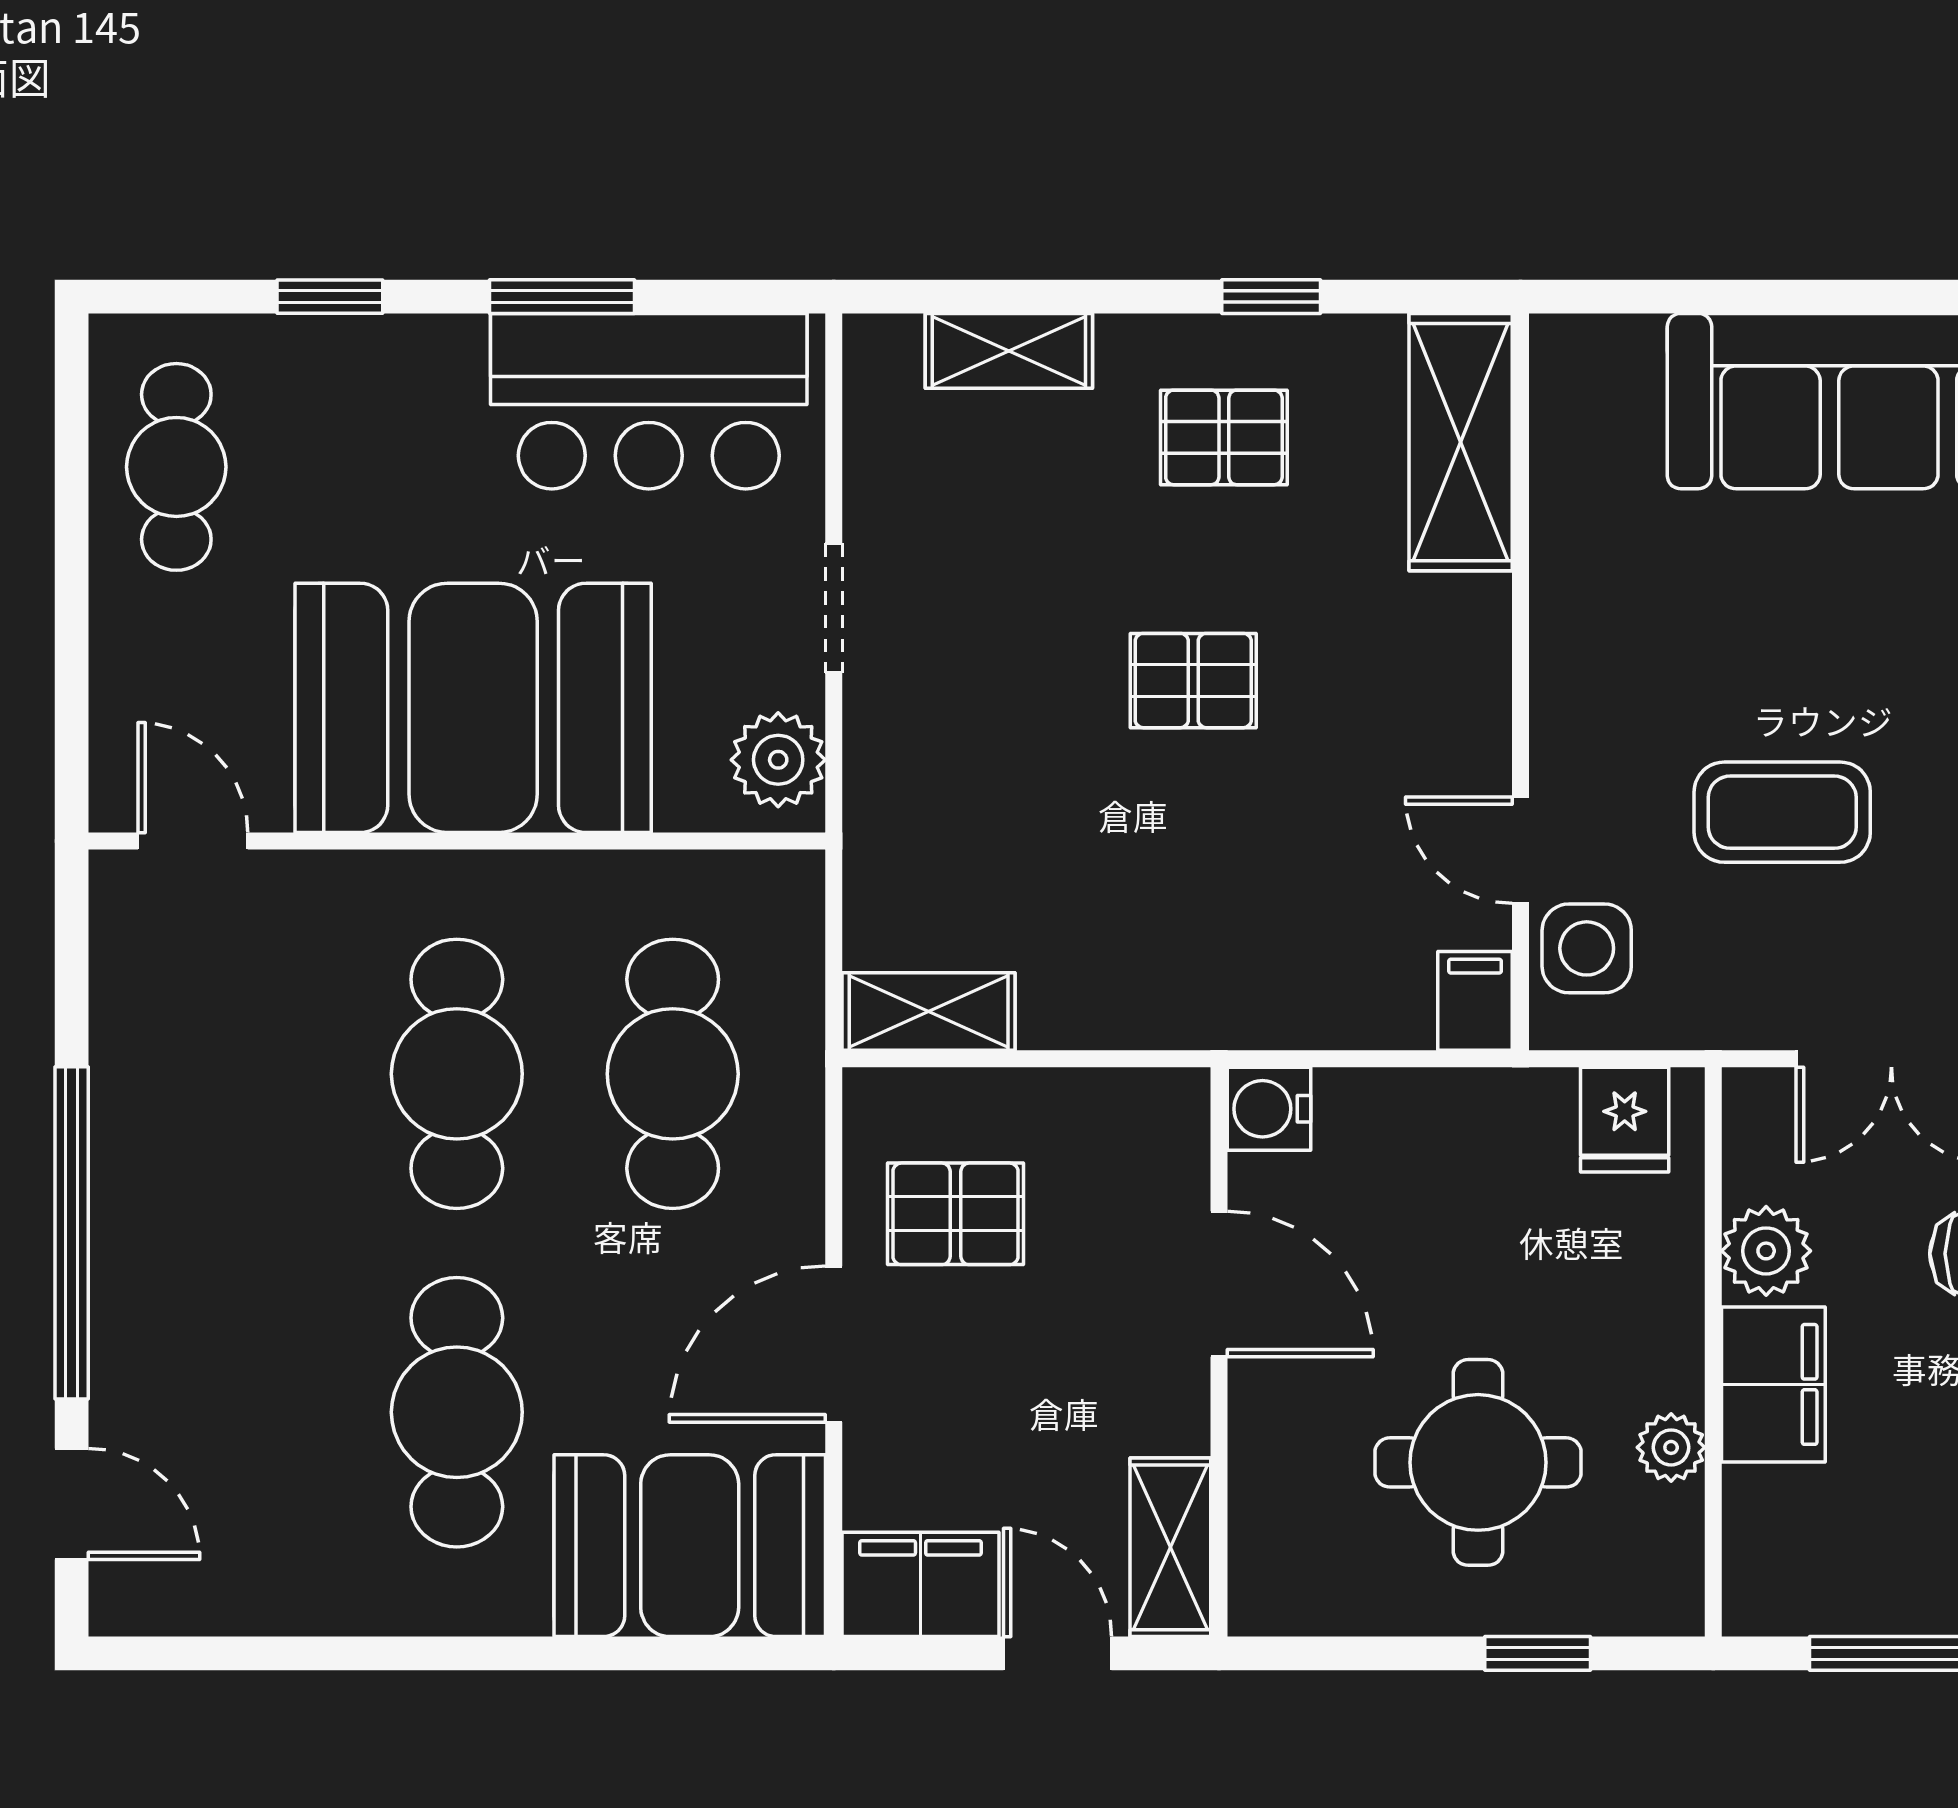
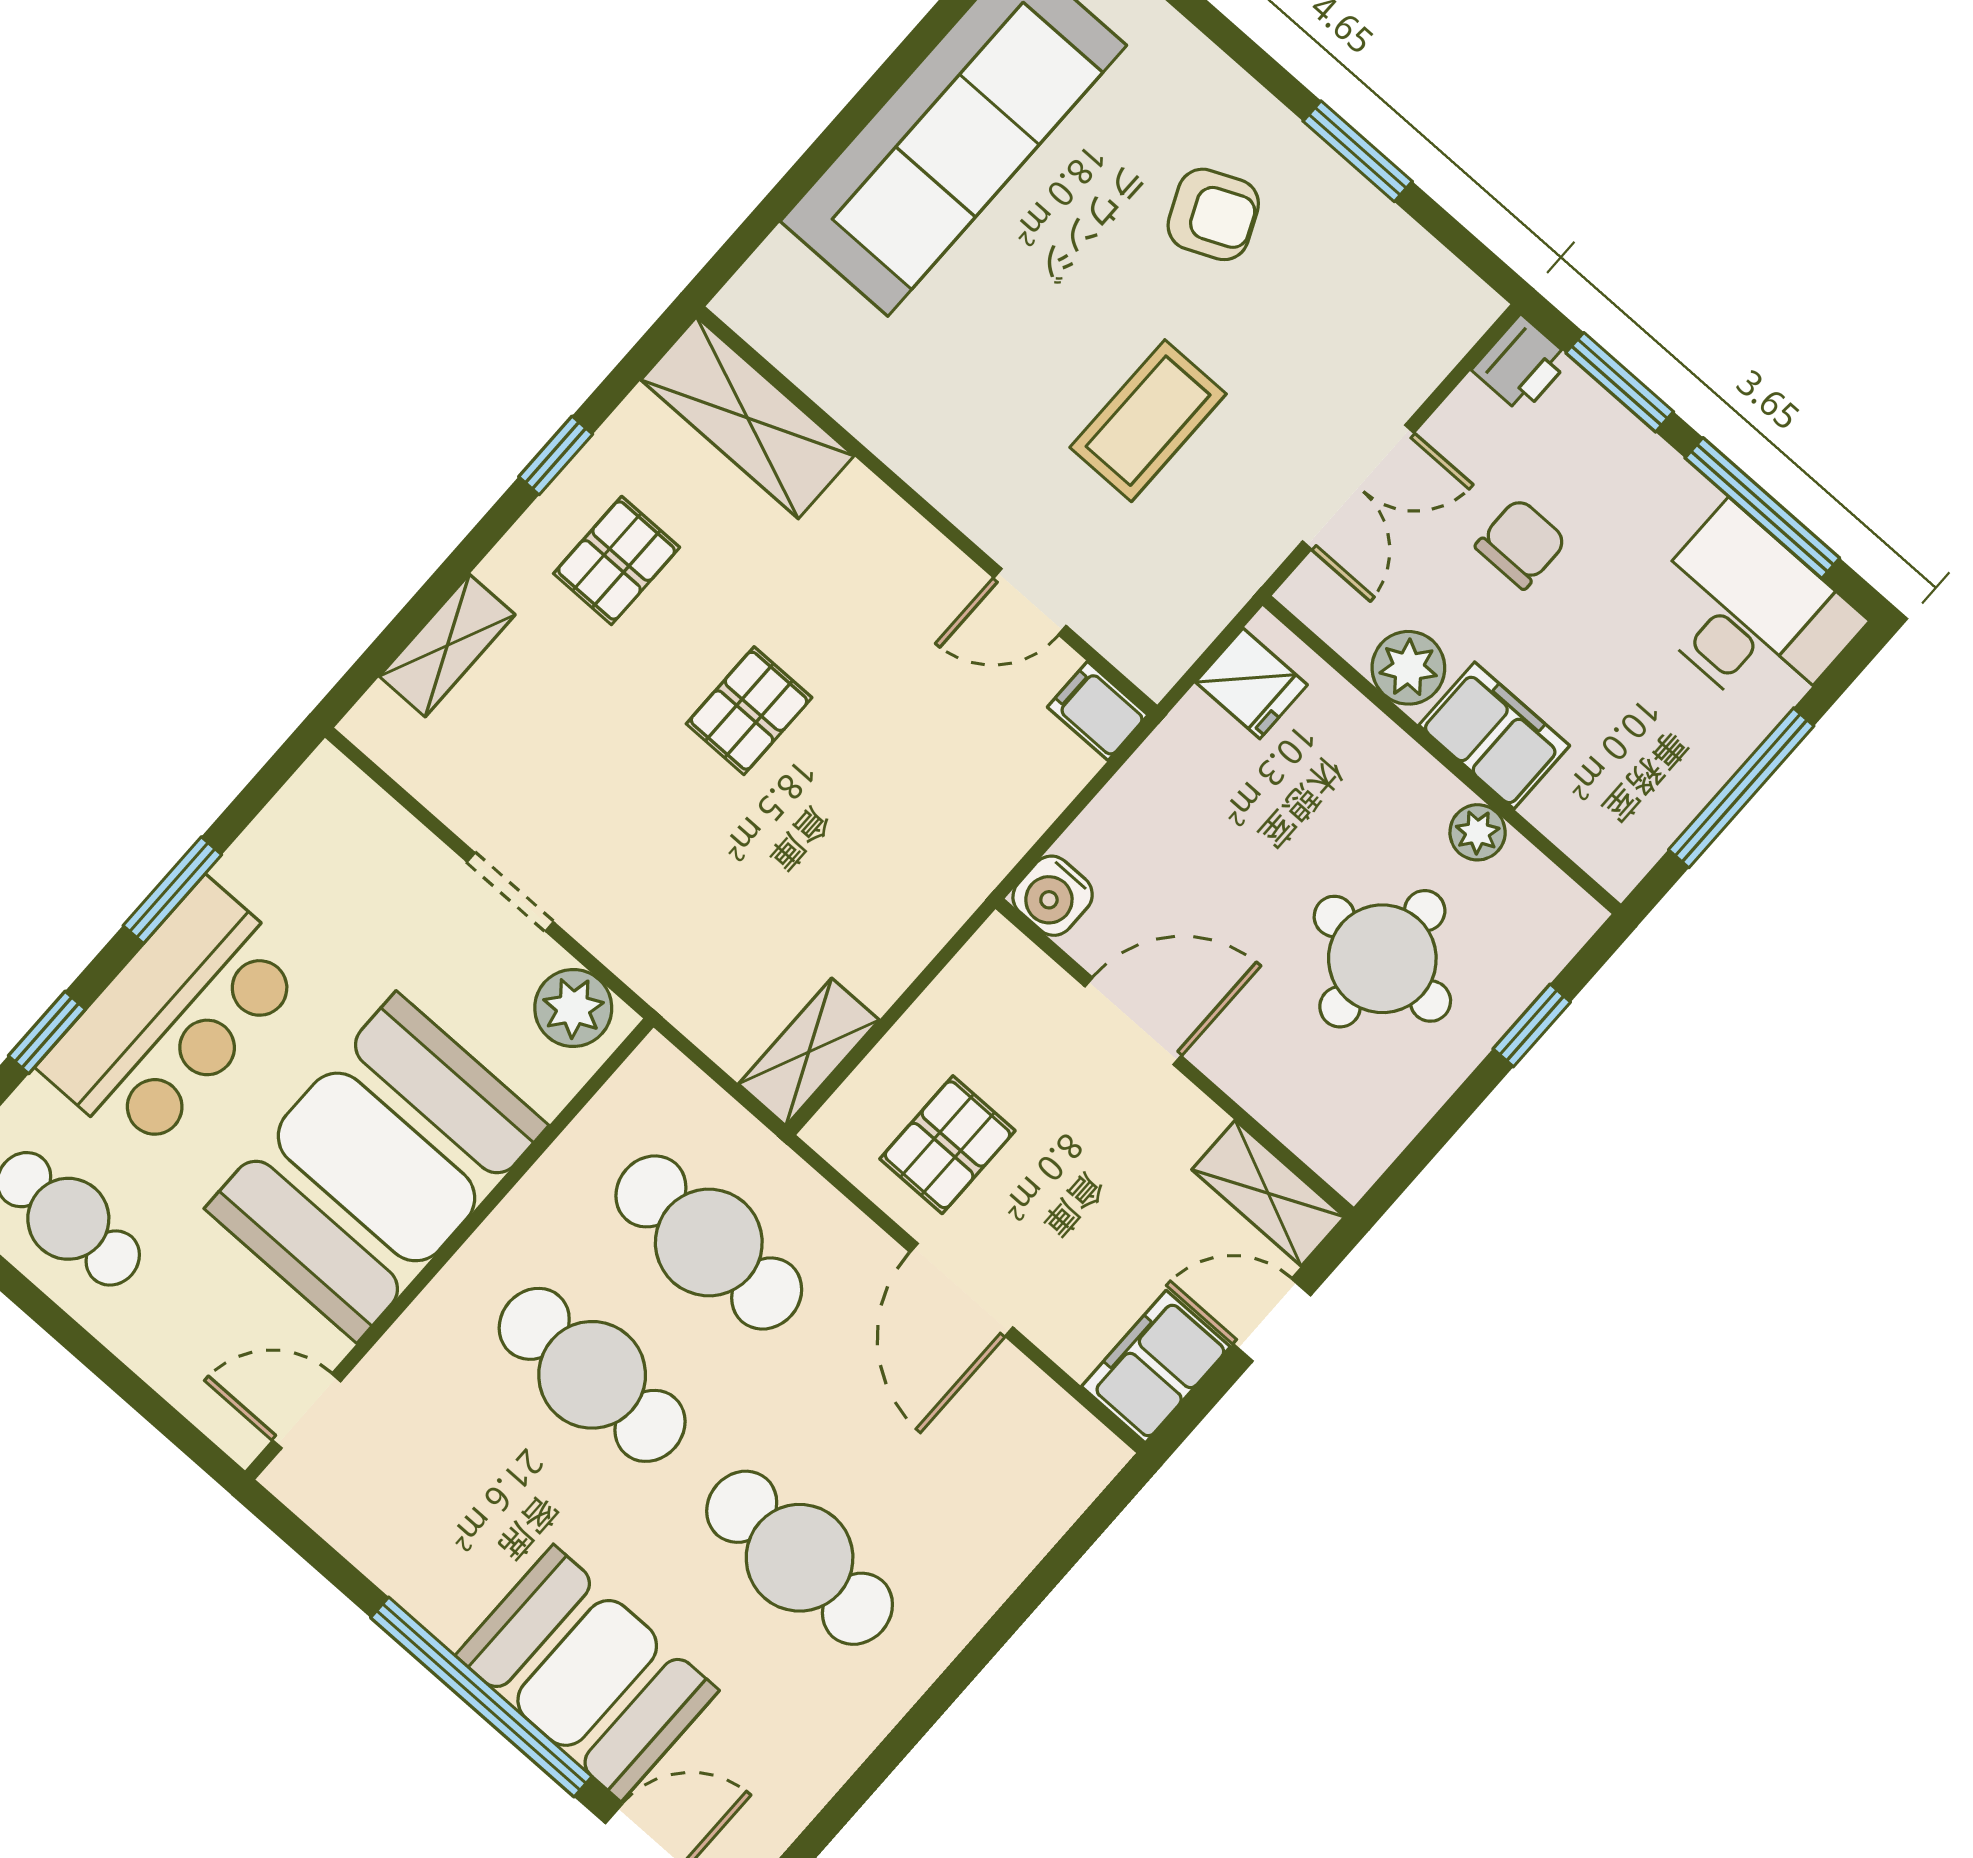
bar counter: (649, 401) -> (174, 1018), moved
side table: (1587, 948) -> (1126, 614), removed
booth: (690, 1546) -> (587, 1673), moved, turned 90

